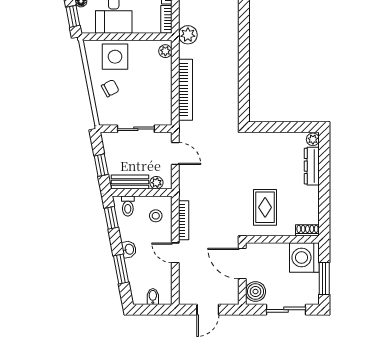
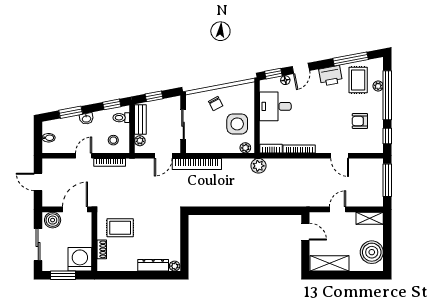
side table: (115, 57) -> (237, 124), moved
bookcase: (185, 90) -> (197, 164), moved
shoe rack: (307, 230) -> (102, 249), moved

